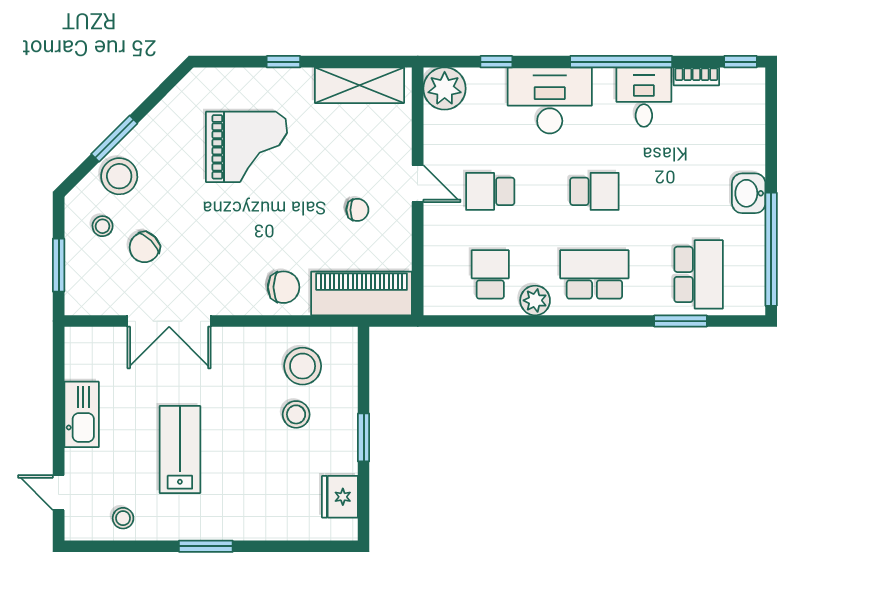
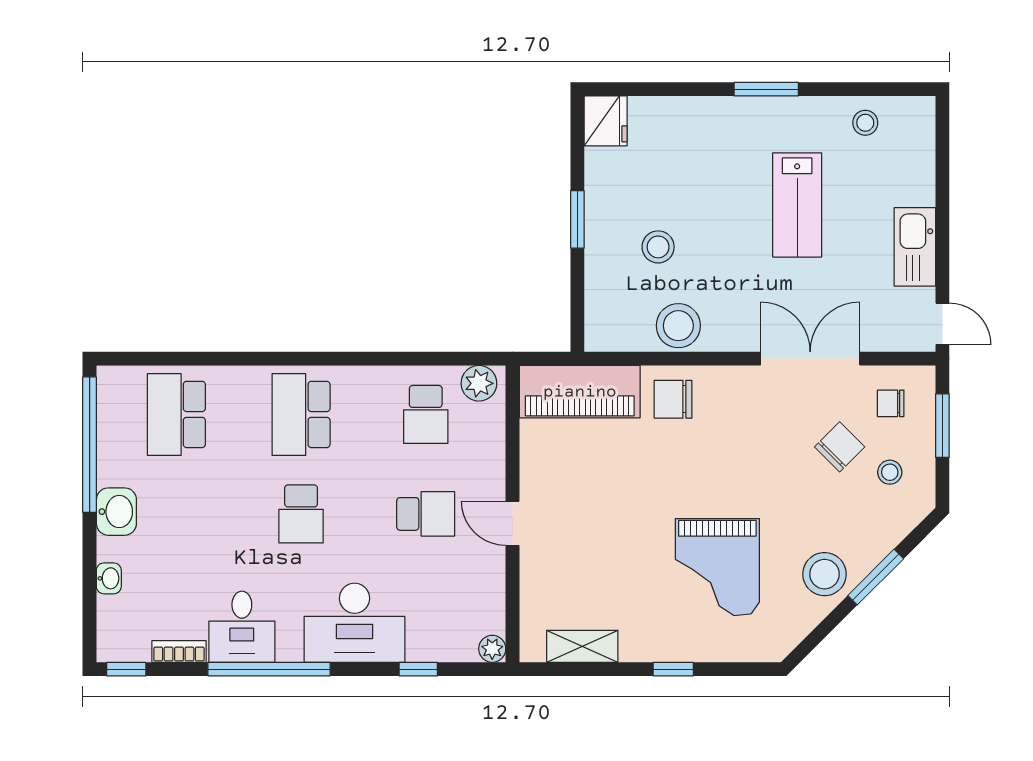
shelving: (359, 85) -> (582, 646), width x0.67, depth x0.75
plant: (445, 89) -> (492, 649), width x0.53, depth x0.53
washbasin: (755, 138) -> (109, 578), added
grand piano: (247, 147) -> (717, 567), turned -90
stool: (119, 176) -> (825, 574), moved
school desk: (594, 191) -> (301, 514), turned -90
chair: (357, 210) -> (891, 403), moved
school desk: (594, 274) -> (301, 414), turned 90
plant: (535, 300) -> (479, 383), moved
window: (680, 321) -> (198, 359), removed
stool: (303, 366) -> (678, 326), moved
door: (59, 493) -> (942, 324), moved
fridge: (340, 497) -> (606, 121), moved

